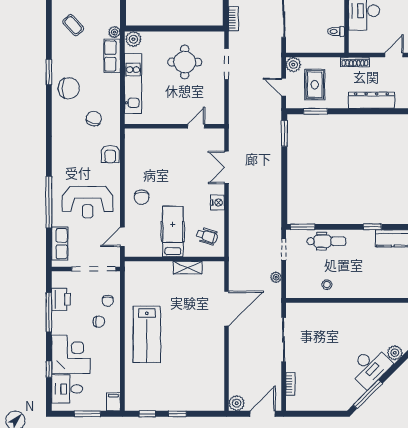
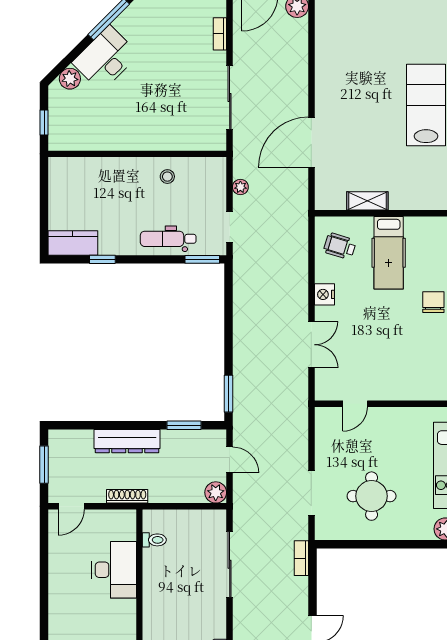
rug: (315, 85) -> (185, 464), removed
dresser: (371, 100) -> (127, 441), moved

